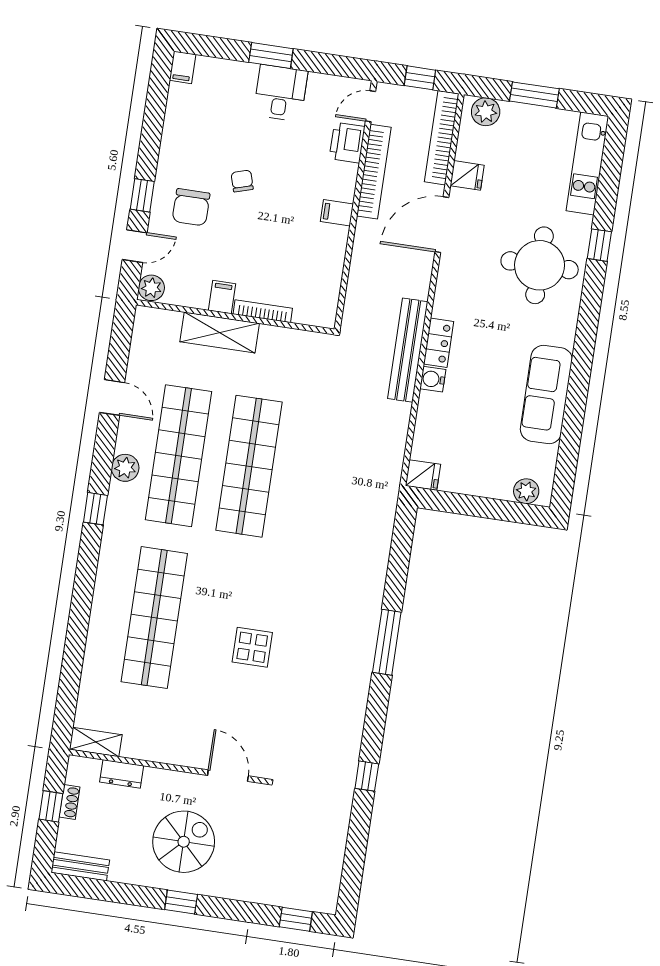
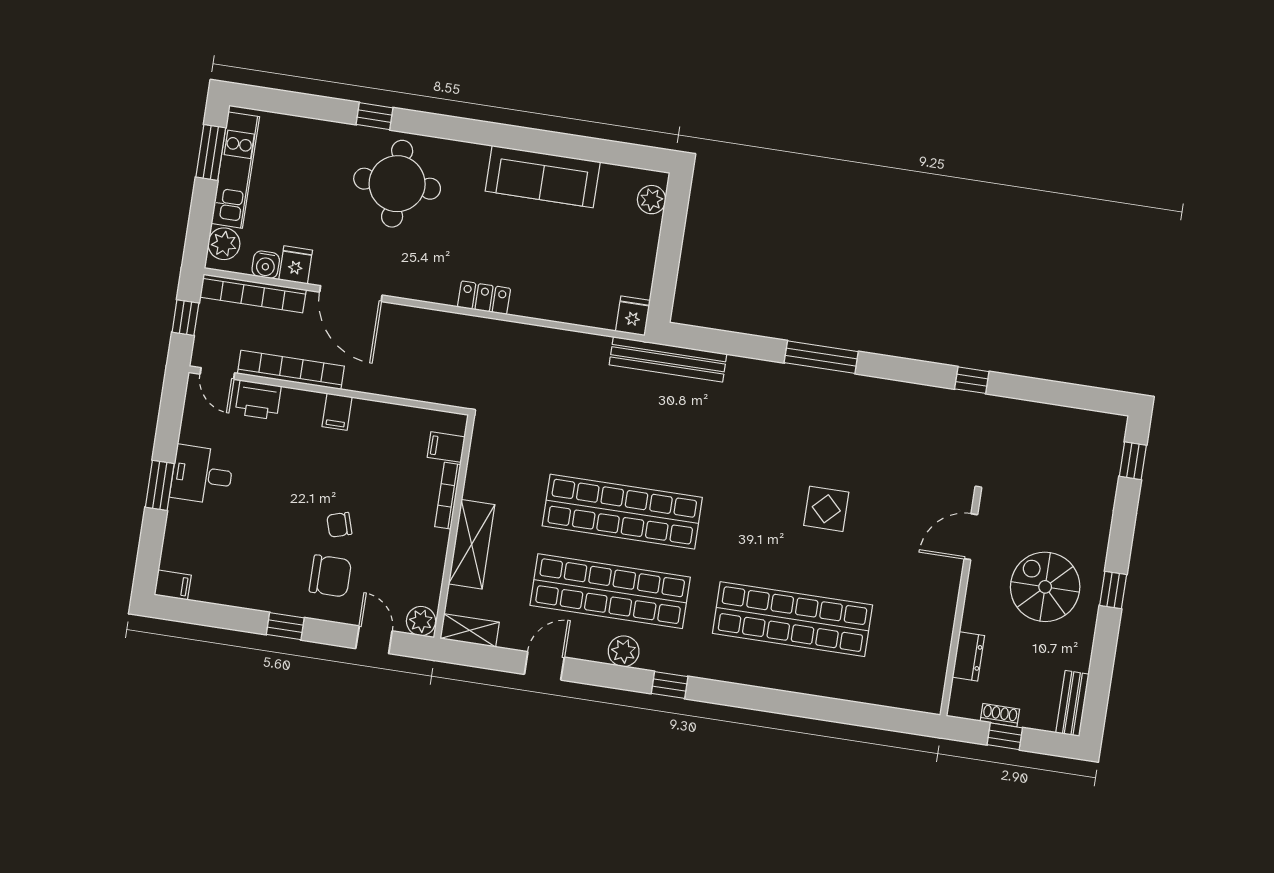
window: (534, 95) -> (211, 152), moved
kitchen unit: (587, 163) -> (235, 170), moved, turned -90
chair: (242, 181) -> (339, 525), moved
window: (142, 195) -> (285, 626), moved
filing cabinet: (222, 297) -> (446, 447), moved
bench: (408, 350) -> (668, 359), moved
water cooler: (433, 379) -> (266, 265), moved
shelving: (96, 742) -> (470, 630), moved, turned 90

